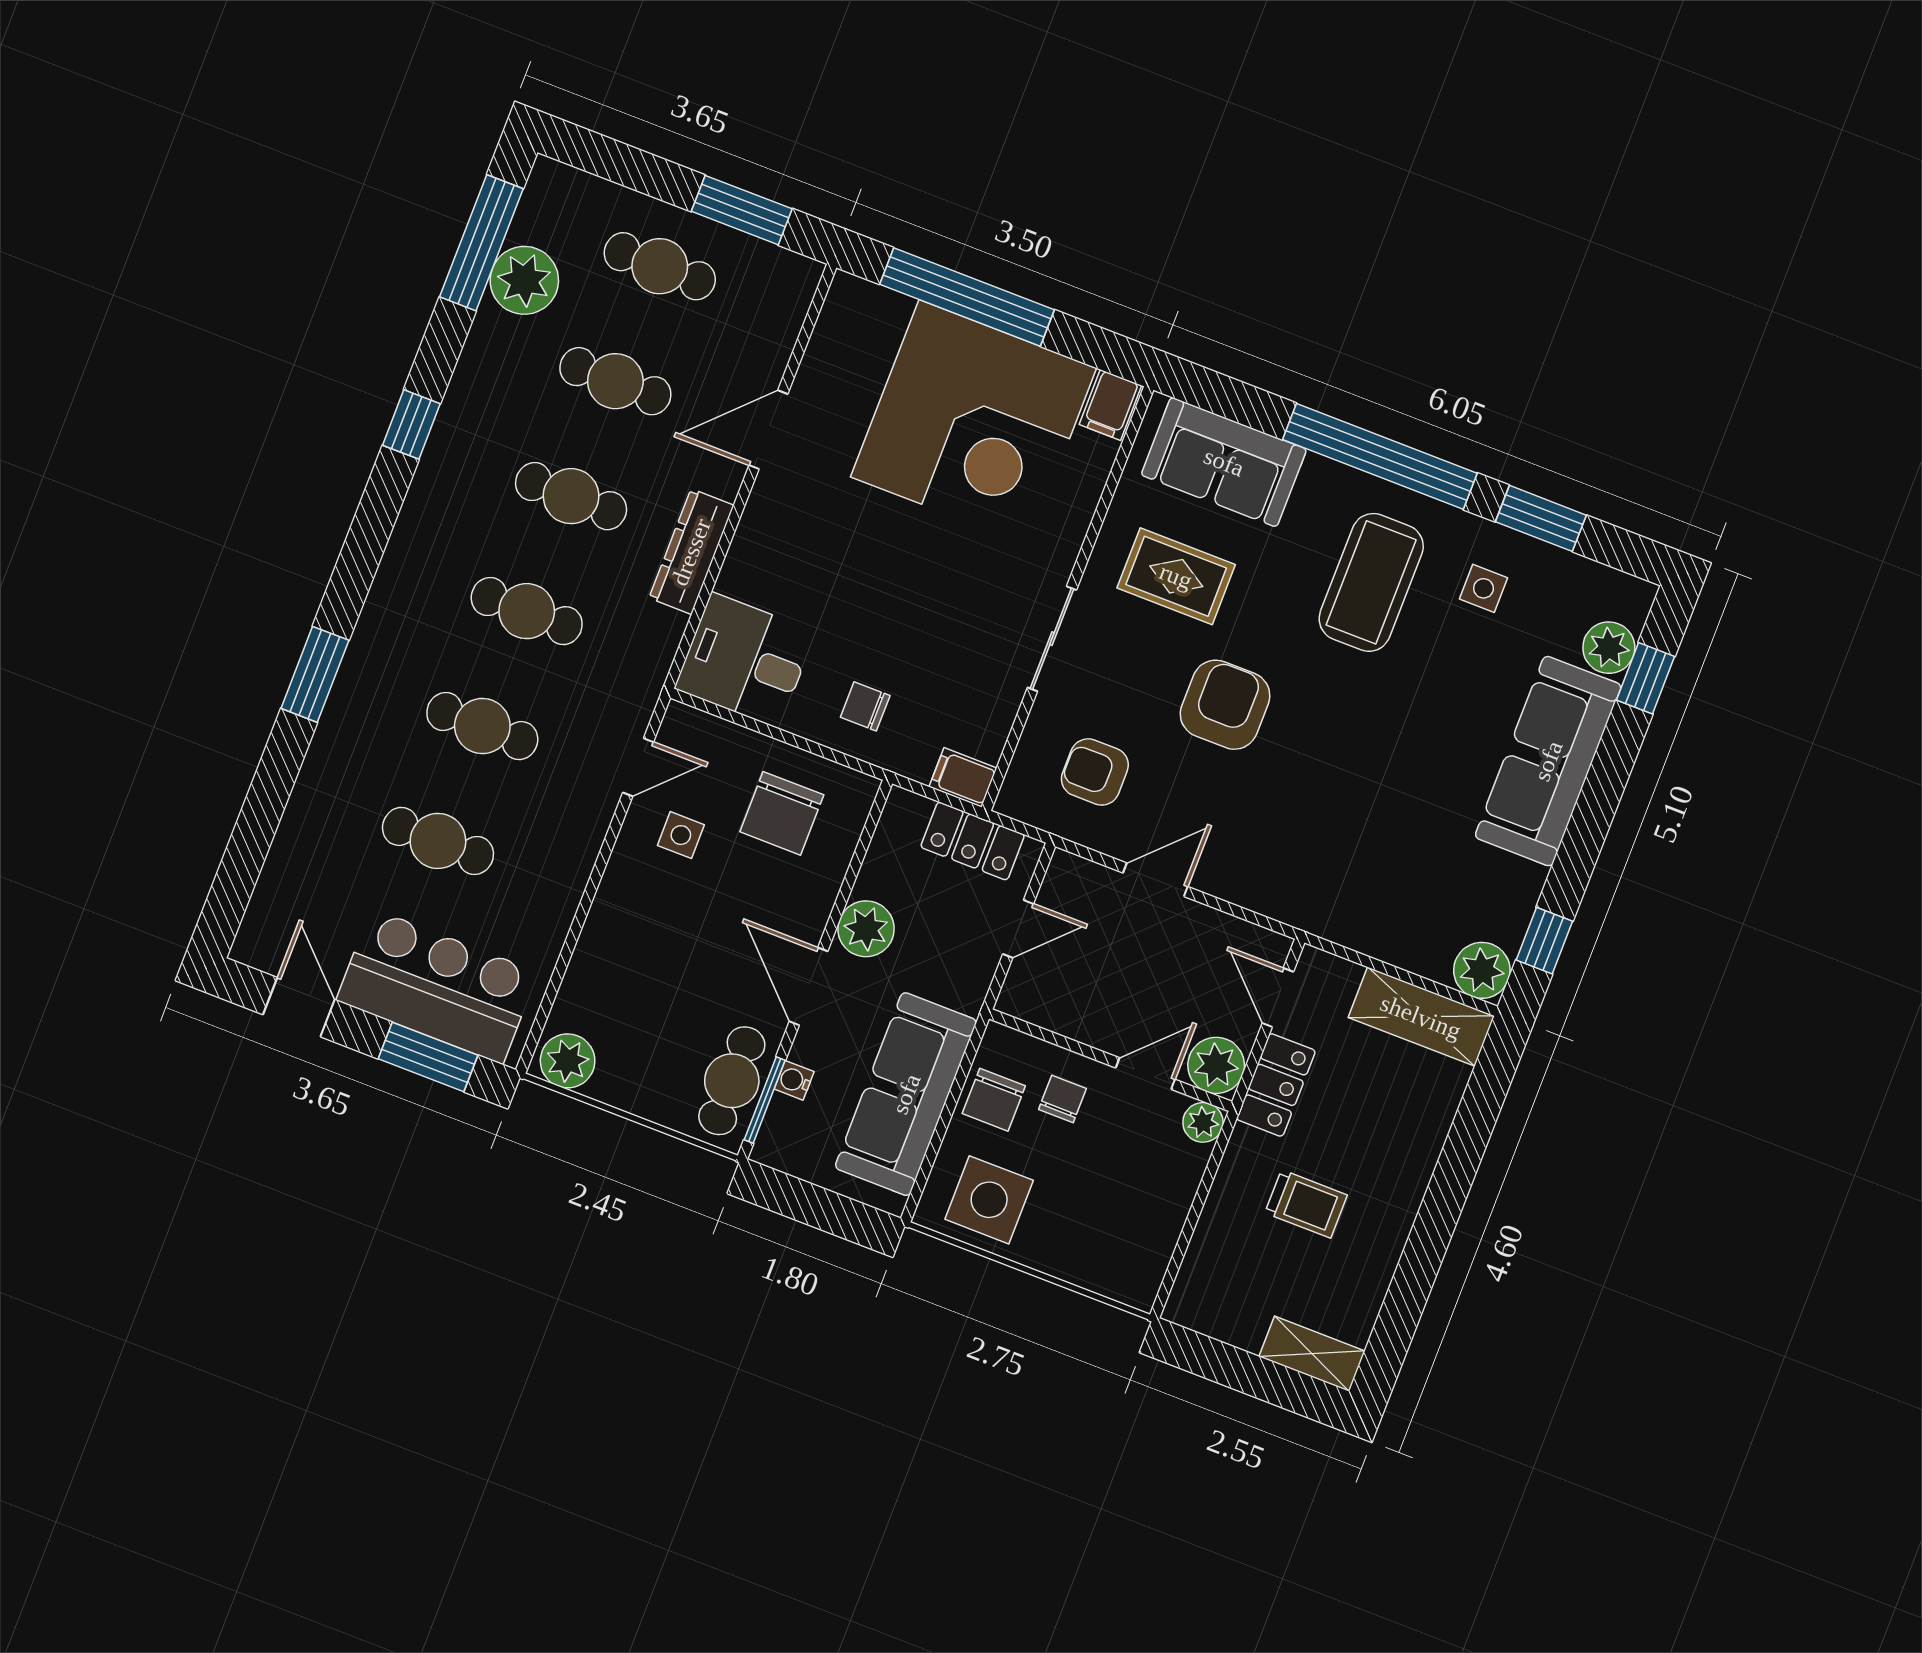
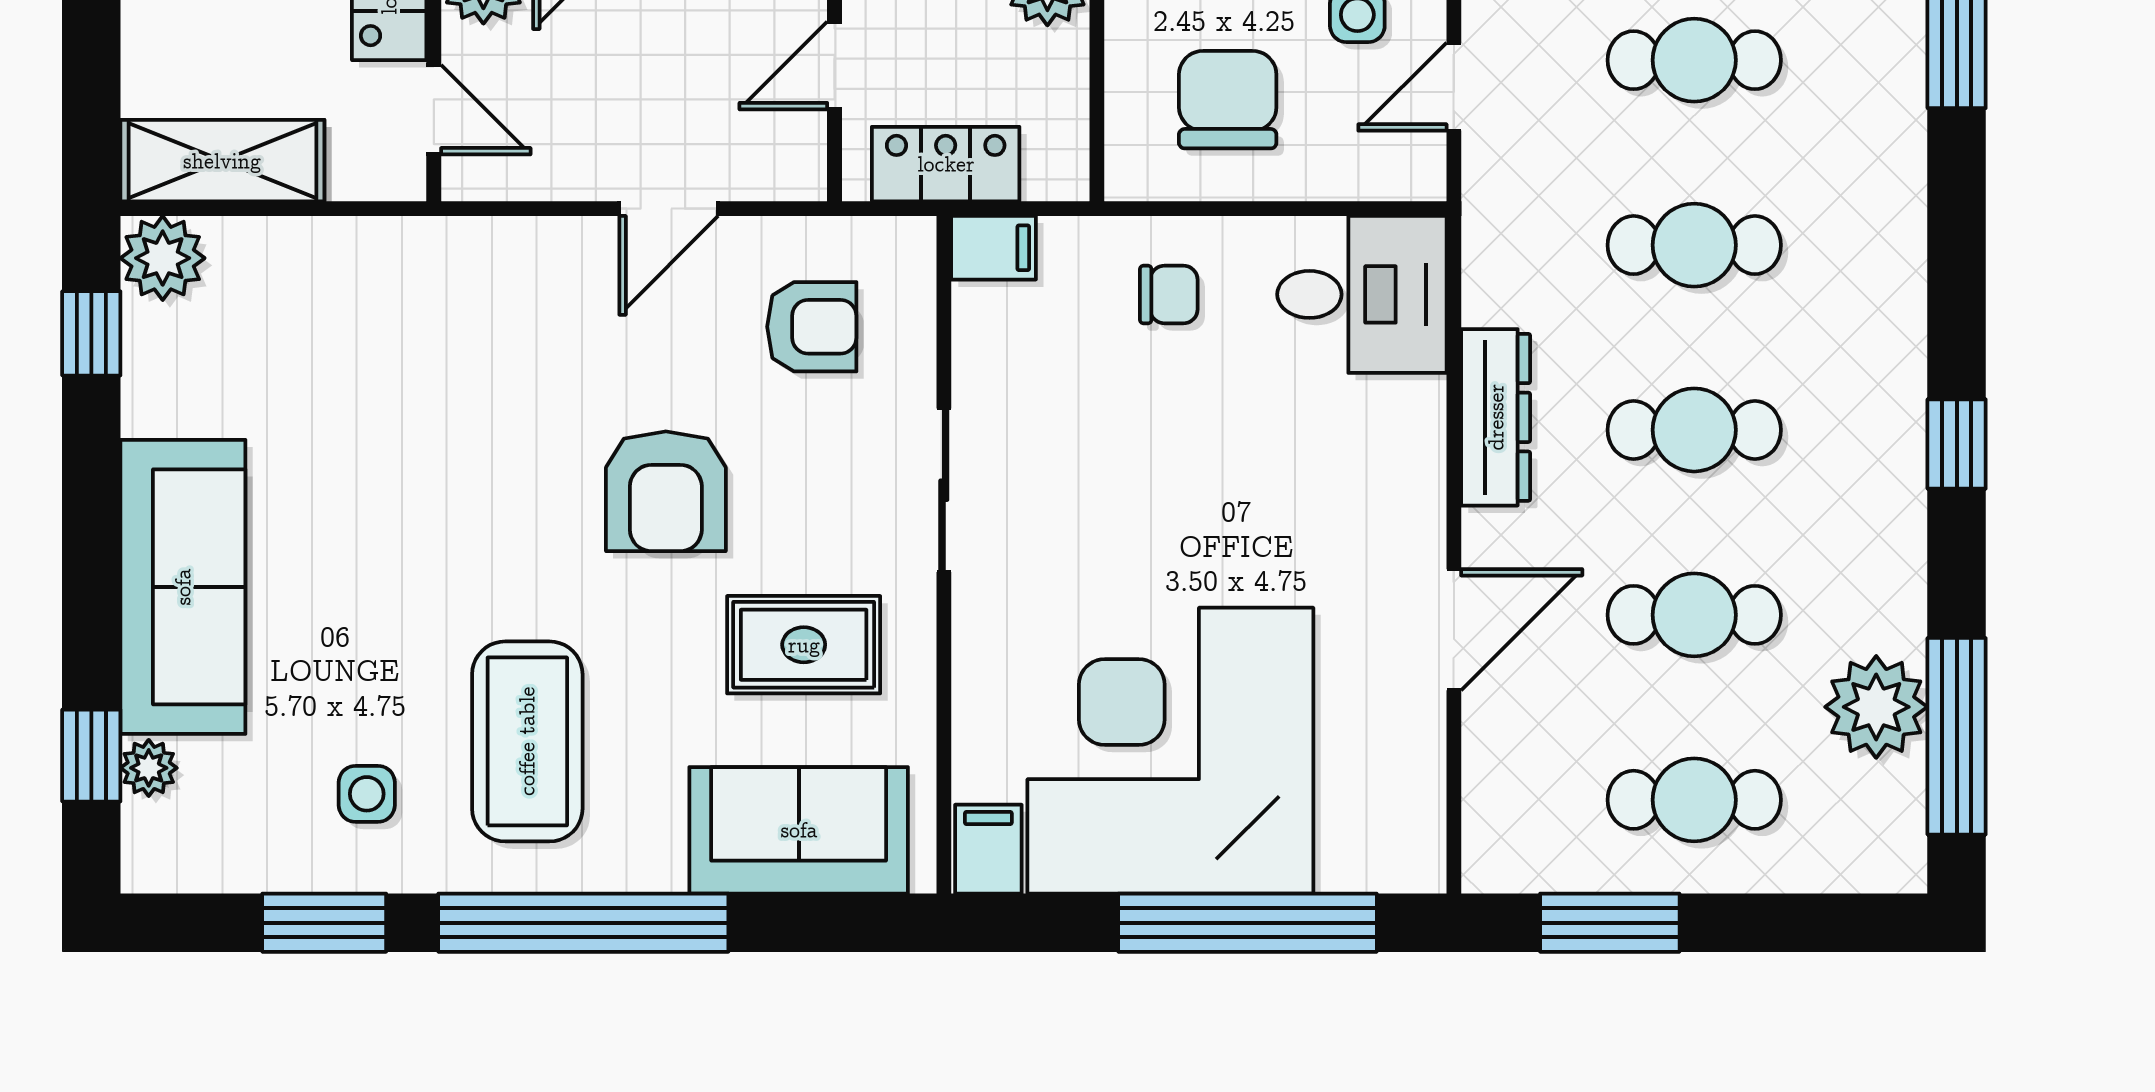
plant: (1609, 648) -> (149, 768), width x0.73, depth x0.73

